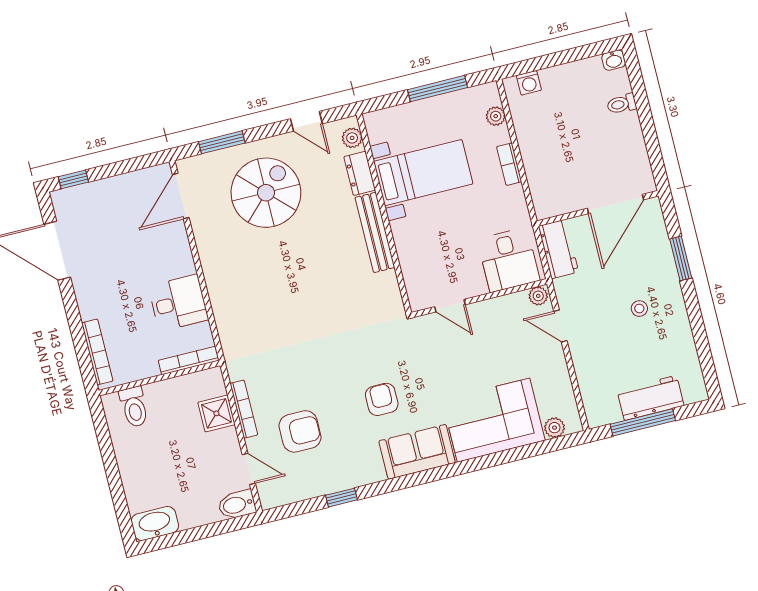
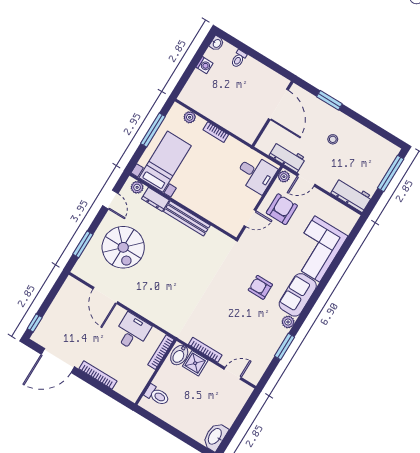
washing machine: (529, 83) -> (204, 65), moved
door: (306, 121) -> (110, 200), hinge flipped
bed with nightstands: (423, 173) -> (165, 162), moved
spiral stairs: (266, 193) -> (123, 247), turned 180
door: (181, 196) -> (105, 295), moved
workbench: (558, 249) -> (287, 157), moved
bookcase: (97, 352) -> (98, 375), moved
workbench: (650, 398) -> (351, 195), moved, turned 90
window: (643, 422) -> (391, 173), moved
plant: (554, 428) -> (288, 322), moved
armchair: (300, 431) -> (282, 209), moved
window: (341, 498) -> (285, 347), width x1.50
bidet: (237, 505) -> (179, 355), moved

